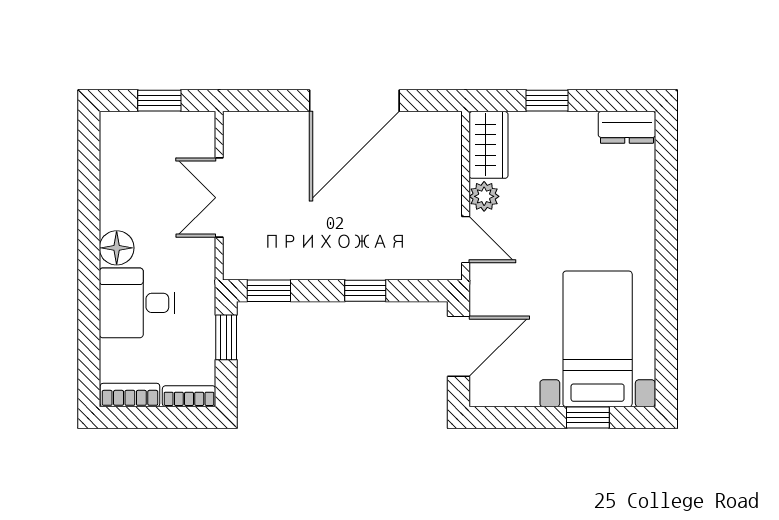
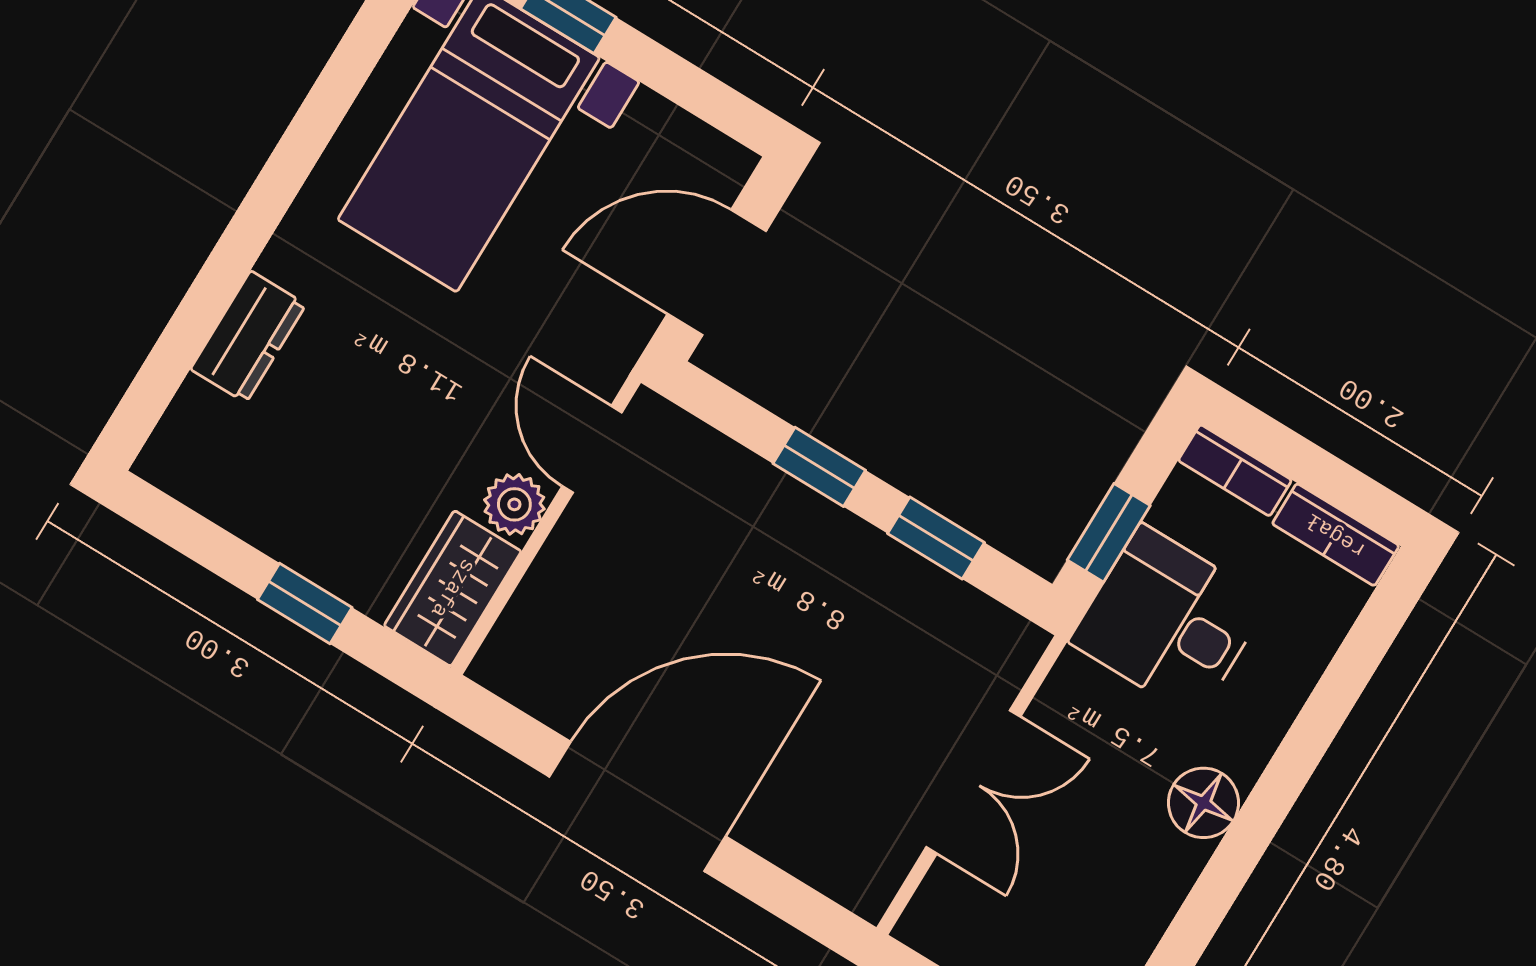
dresser: (627, 127) -> (248, 337), moved, turned 90
window: (269, 291) -> (936, 538), moved
desk: (137, 303) -> (1169, 621), moved, turned 180

